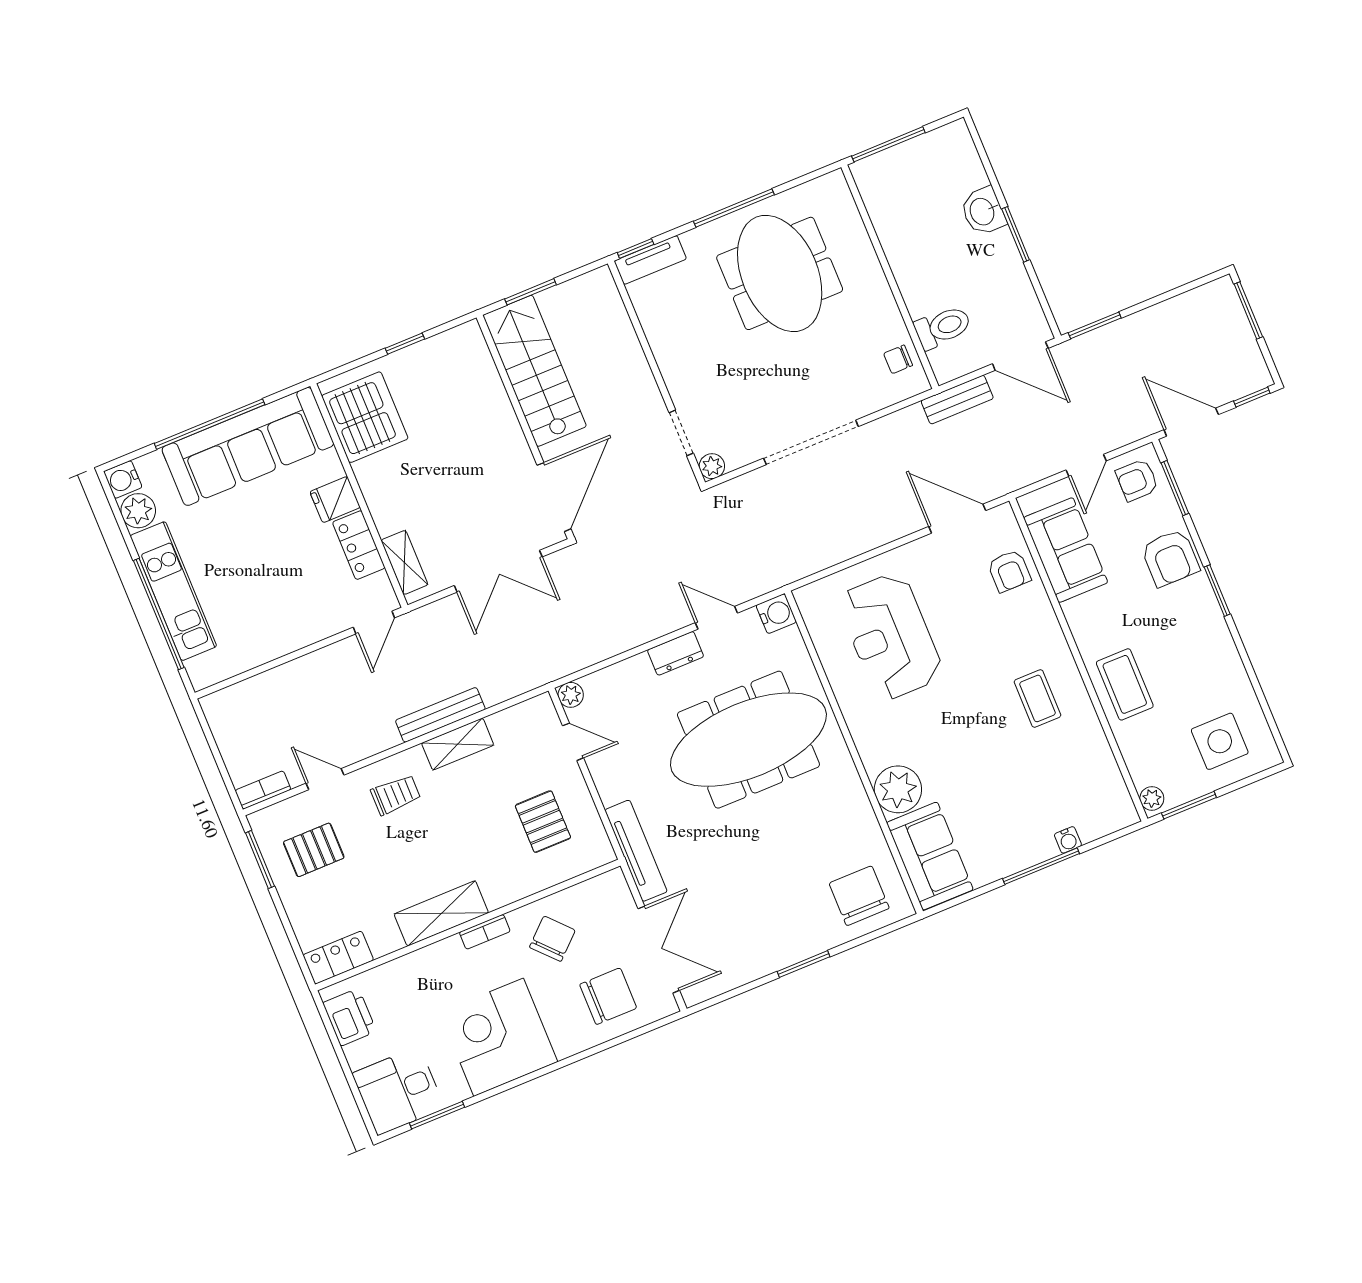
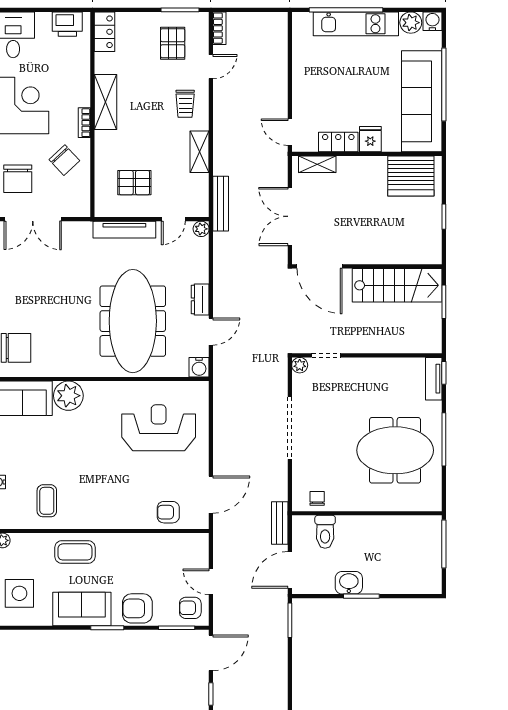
washbasin: (983, 211) -> (349, 583), moved
armchair: (1137, 480) -> (190, 608), turned -90
sofa: (1066, 550) -> (82, 609), moved, turned 180
coffee table: (1037, 698) -> (47, 501), moved, turned 90
bench: (440, 715) -> (221, 204), moved
tv unit: (636, 851) -> (124, 230), moved

